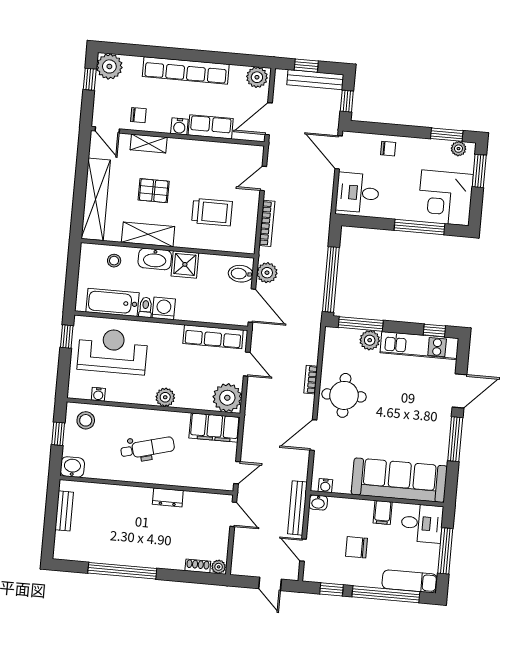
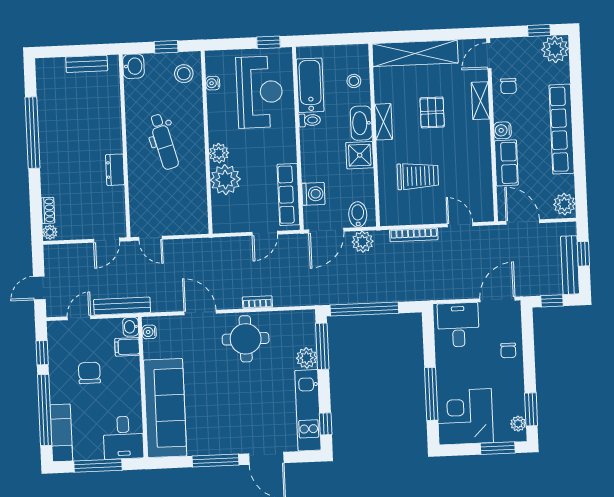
trolley: (212, 212) -> (418, 176), turned -90
shelving: (148, 234) -> (384, 122), width x0.67, depth x0.75
washing machine: (164, 308) -> (313, 194), moved
plant: (227, 398) -> (225, 180), moved
filing cabinet: (215, 428) -> (194, 209), removed
filing cabinet: (383, 512) -> (127, 347), moved

